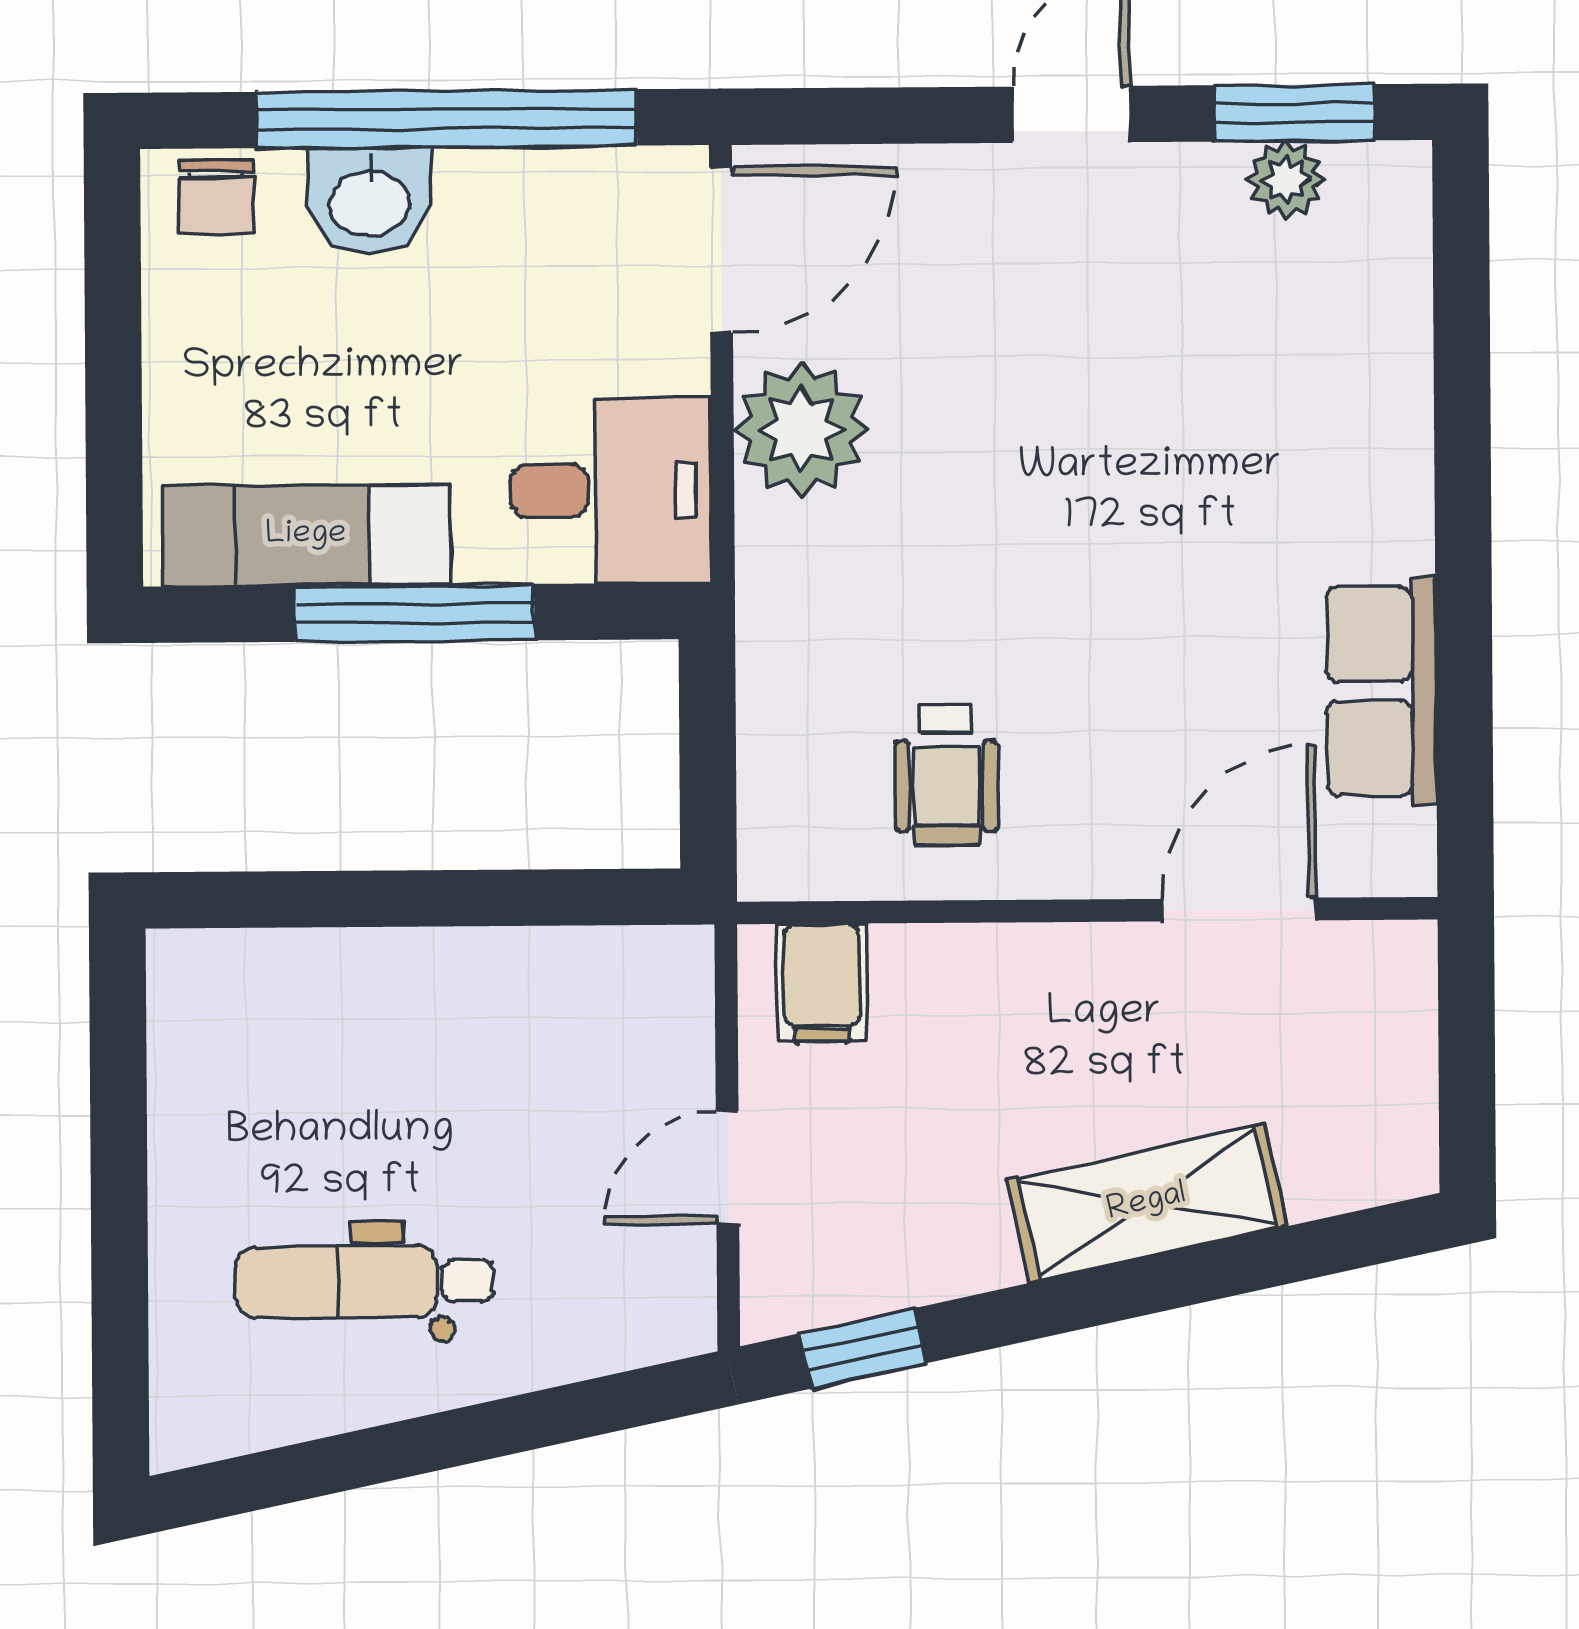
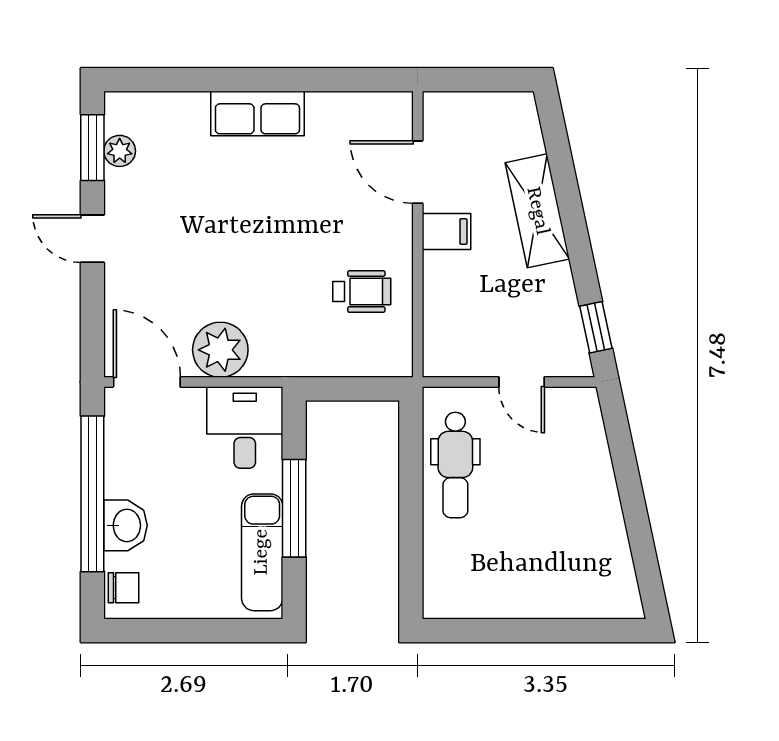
row of seats: (1381, 691) -> (257, 114), moved
filing cabinet: (822, 983) -> (447, 232), moved
dental chair: (365, 1281) -> (455, 465), moved

